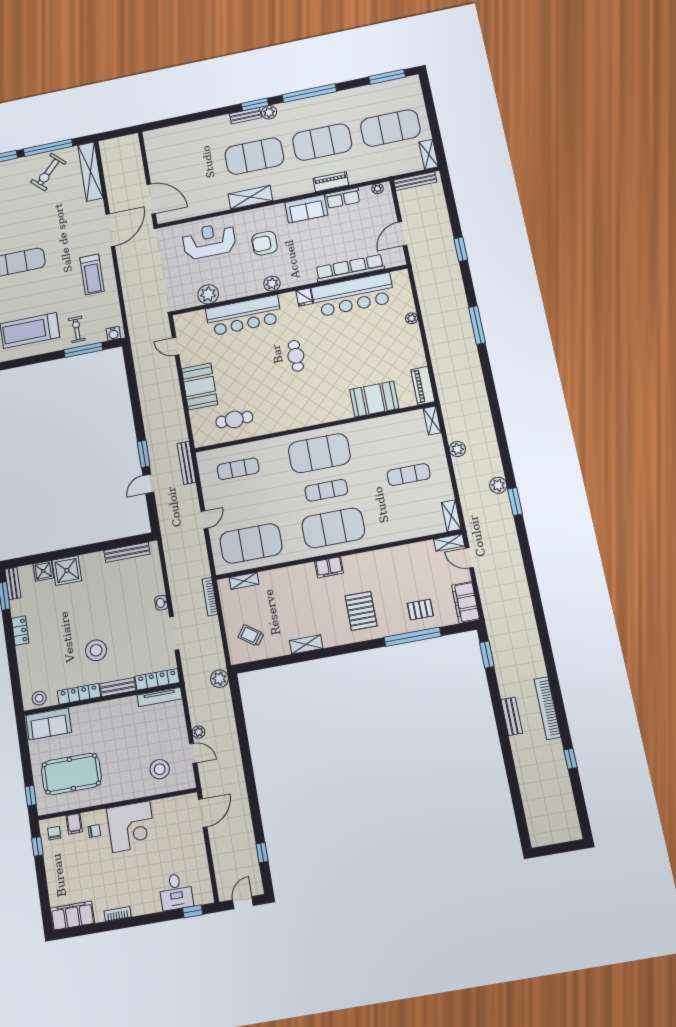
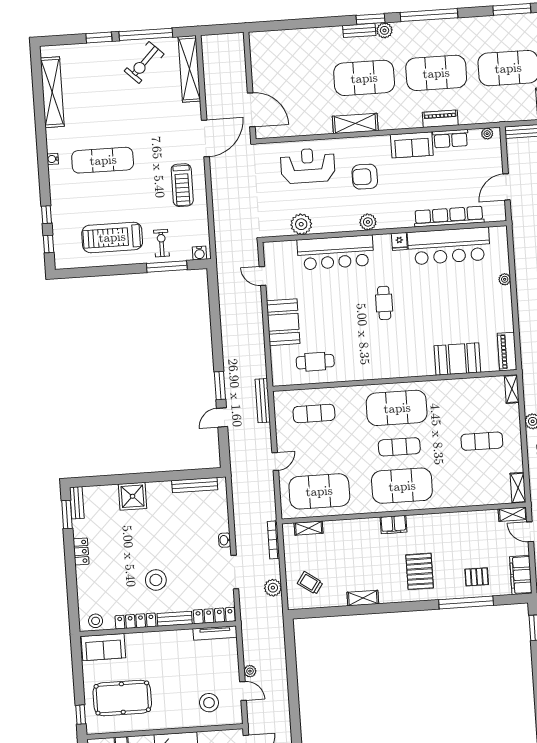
shower: (43, 571) -> (109, 494), removed
plant: (219, 679) -> (273, 588), moved

